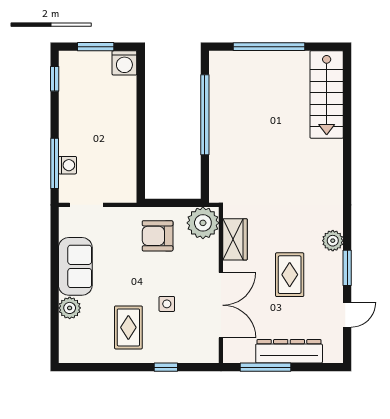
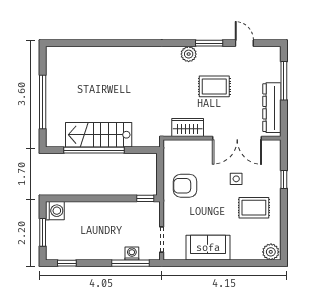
stairs: (327, 94) -> (99, 135), moved, turned 180
window: (141, 183) -> (145, 198), added
plant: (203, 223) -> (175, 152), removed
armchair: (158, 236) -> (185, 186), turned 90
double door: (221, 305) -> (237, 138), swing flipped
plant: (70, 308) -> (271, 252), moved
dresser: (289, 351) -> (272, 108), moved
window: (265, 367) -> (284, 81), moved

